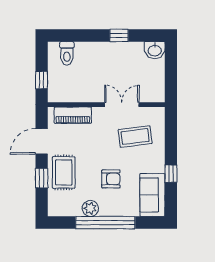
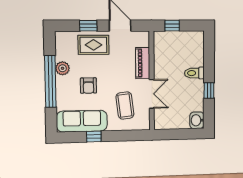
toilet: (67, 53) -> (194, 73), moved
piano: (73, 115) -> (143, 63), moved
sofa: (152, 195) -> (82, 121), width x1.36

